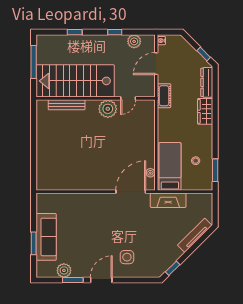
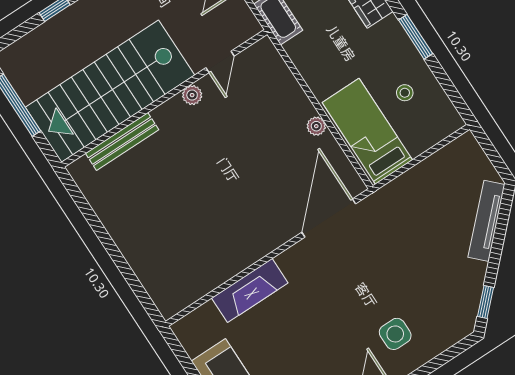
plant: (108, 109) -> (192, 95), width x0.53, depth x0.53
window: (215, 170) -> (416, 37), moved
plant: (150, 173) -> (316, 126), moved
fireplace: (168, 200) -> (250, 290), moved

